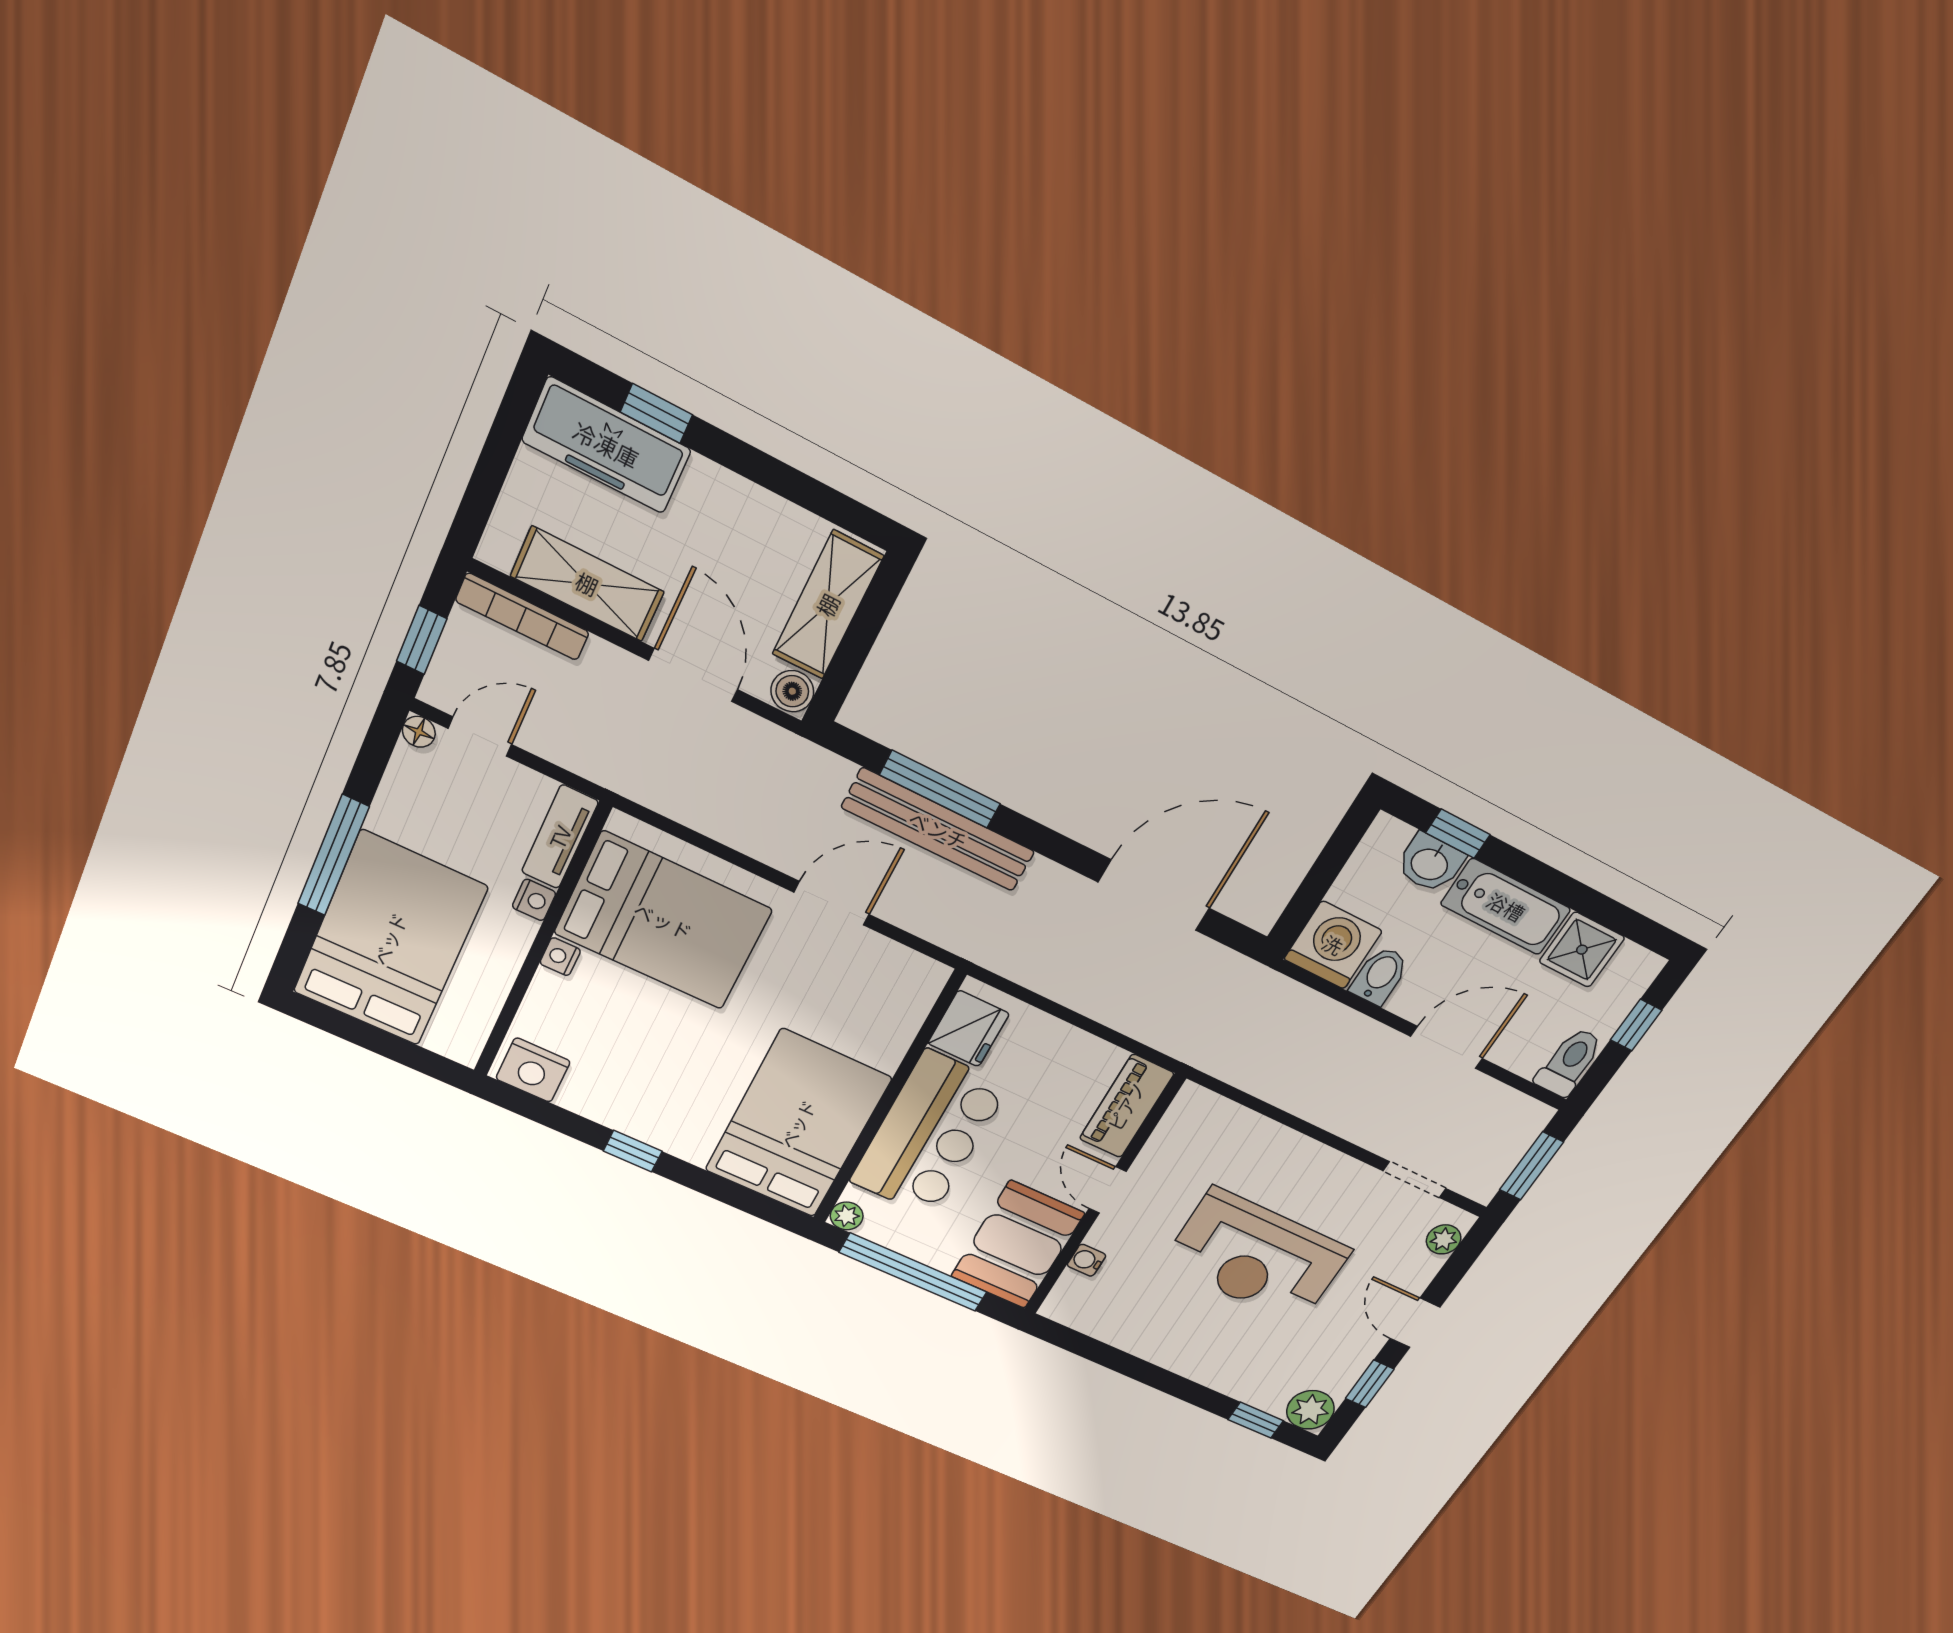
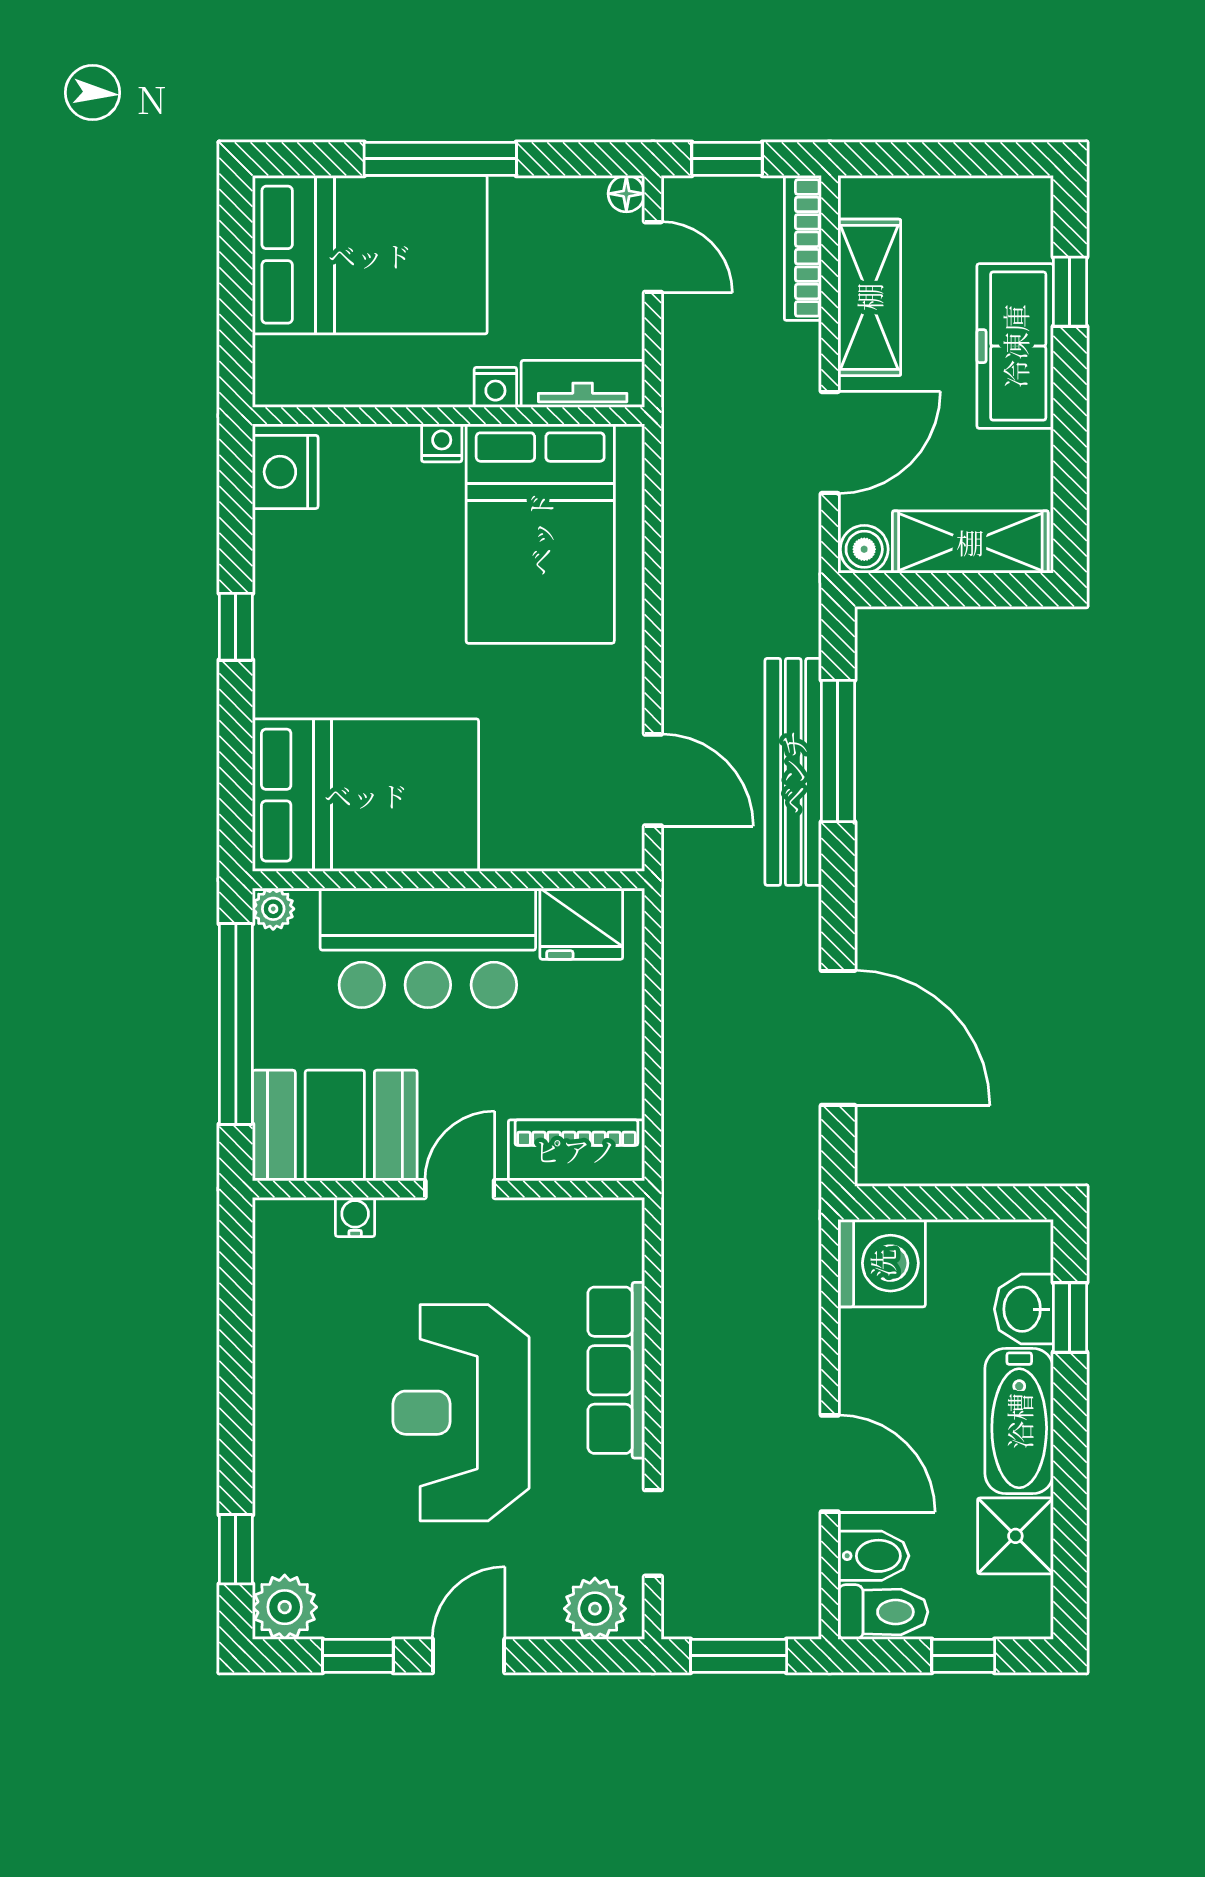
freezer: (606, 445) -> (1015, 346), moved
door: (832, 903) -> (653, 780), moved
bidet: (1380, 976) -> (873, 1556), moved
row of seats: (1292, 1151) -> (616, 1370), added
plant: (1444, 1239) -> (595, 1609), width x1.38, depth x1.38

